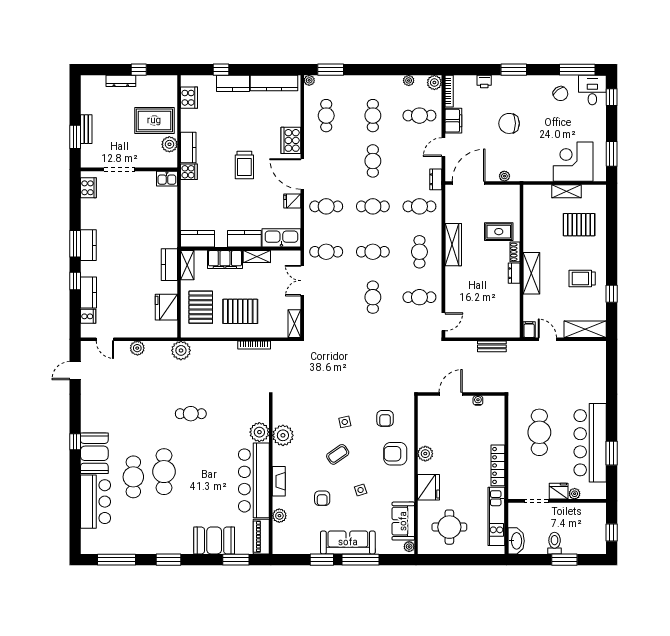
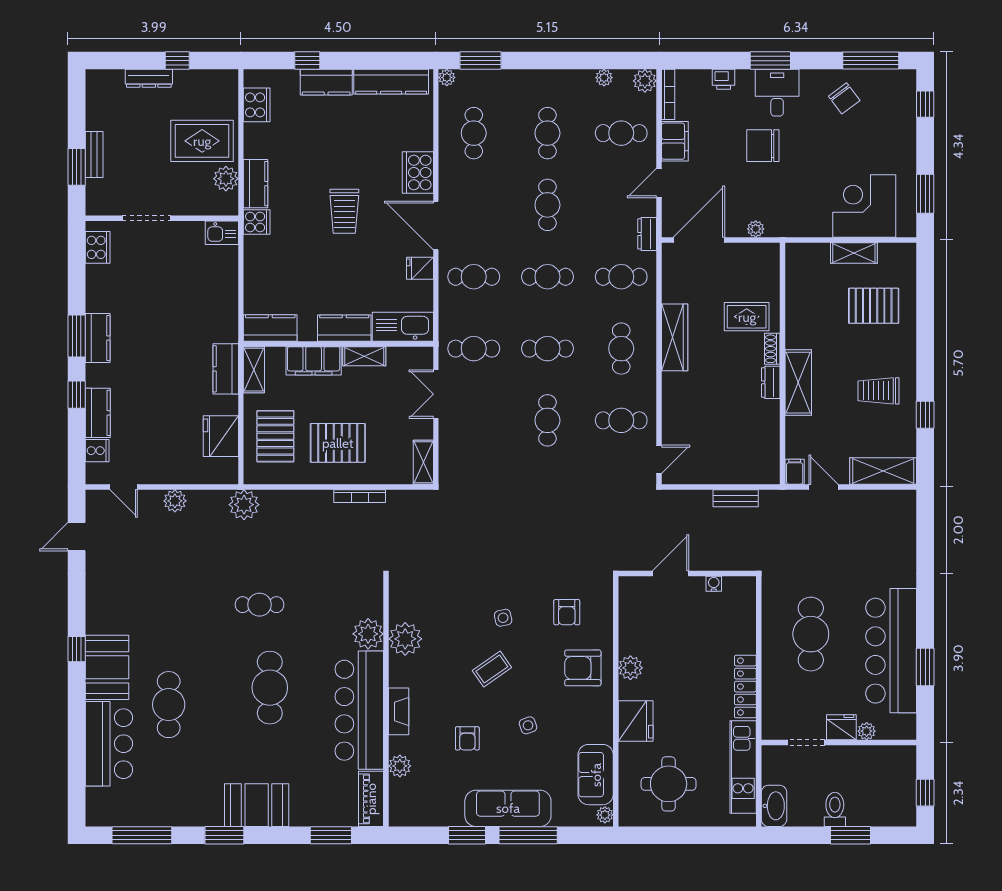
desk: (592, 90) -> (777, 93), moved
cafe table: (164, 472) -> (270, 688), moved
booth: (214, 540) -> (257, 805), moved

